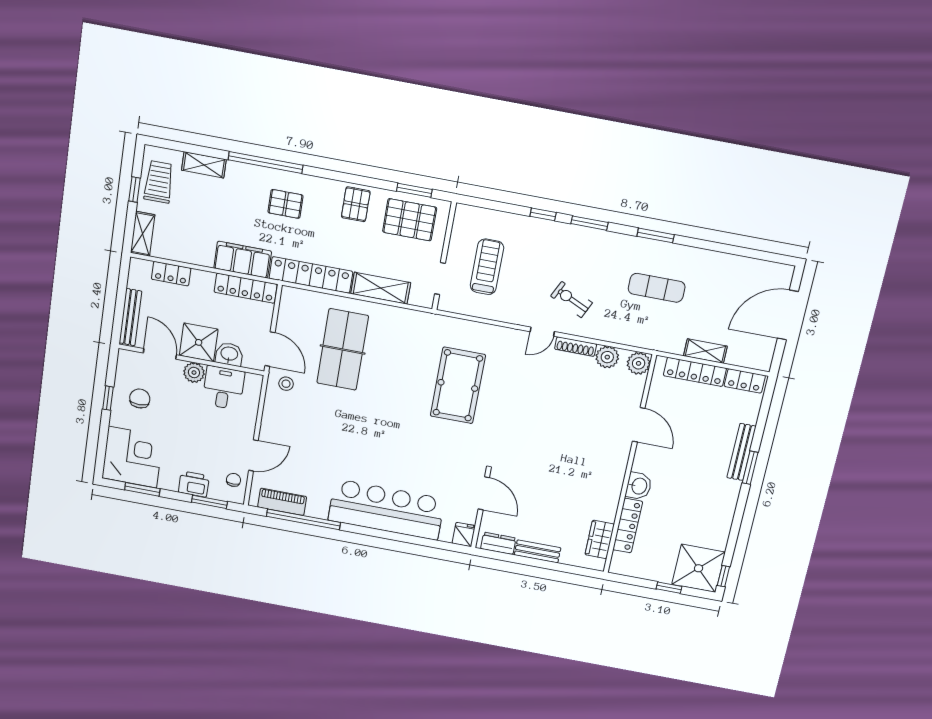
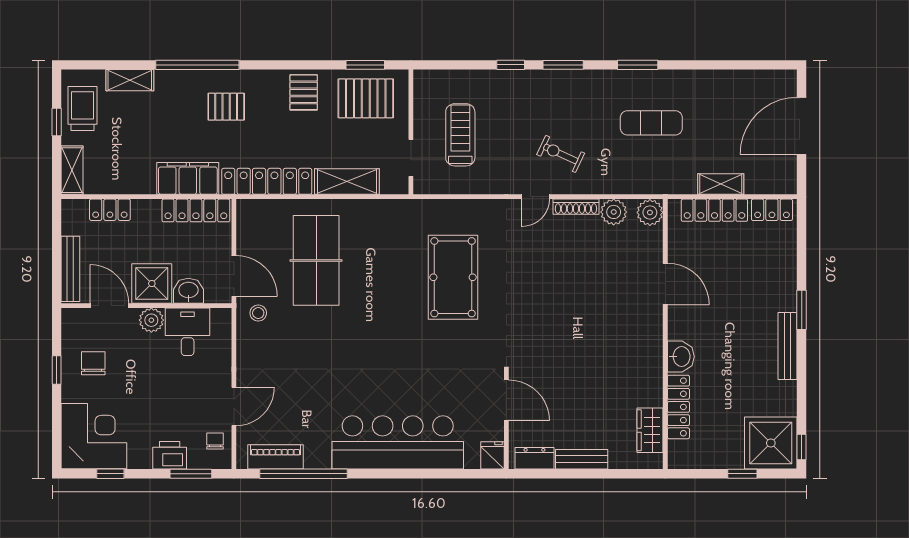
bench: (742, 452) -> (788, 346), moved
window: (142, 489) -> (110, 474), width x0.67

